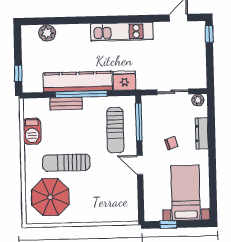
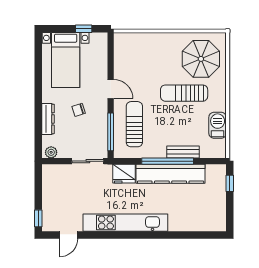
kitchen unit: (122, 32) -> (125, 223), width x1.36
plant: (47, 33) -> (200, 223), removed
sliding door: (173, 92) -> (88, 161), moved
sun lounger: (66, 163) -> (184, 93), turned 180

